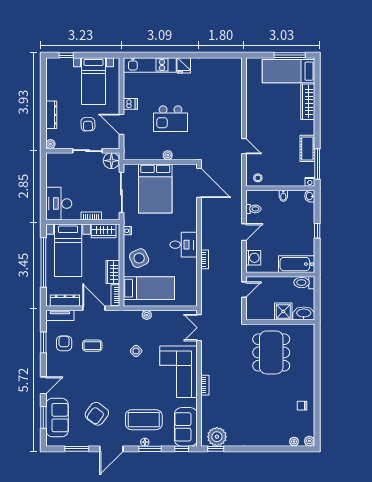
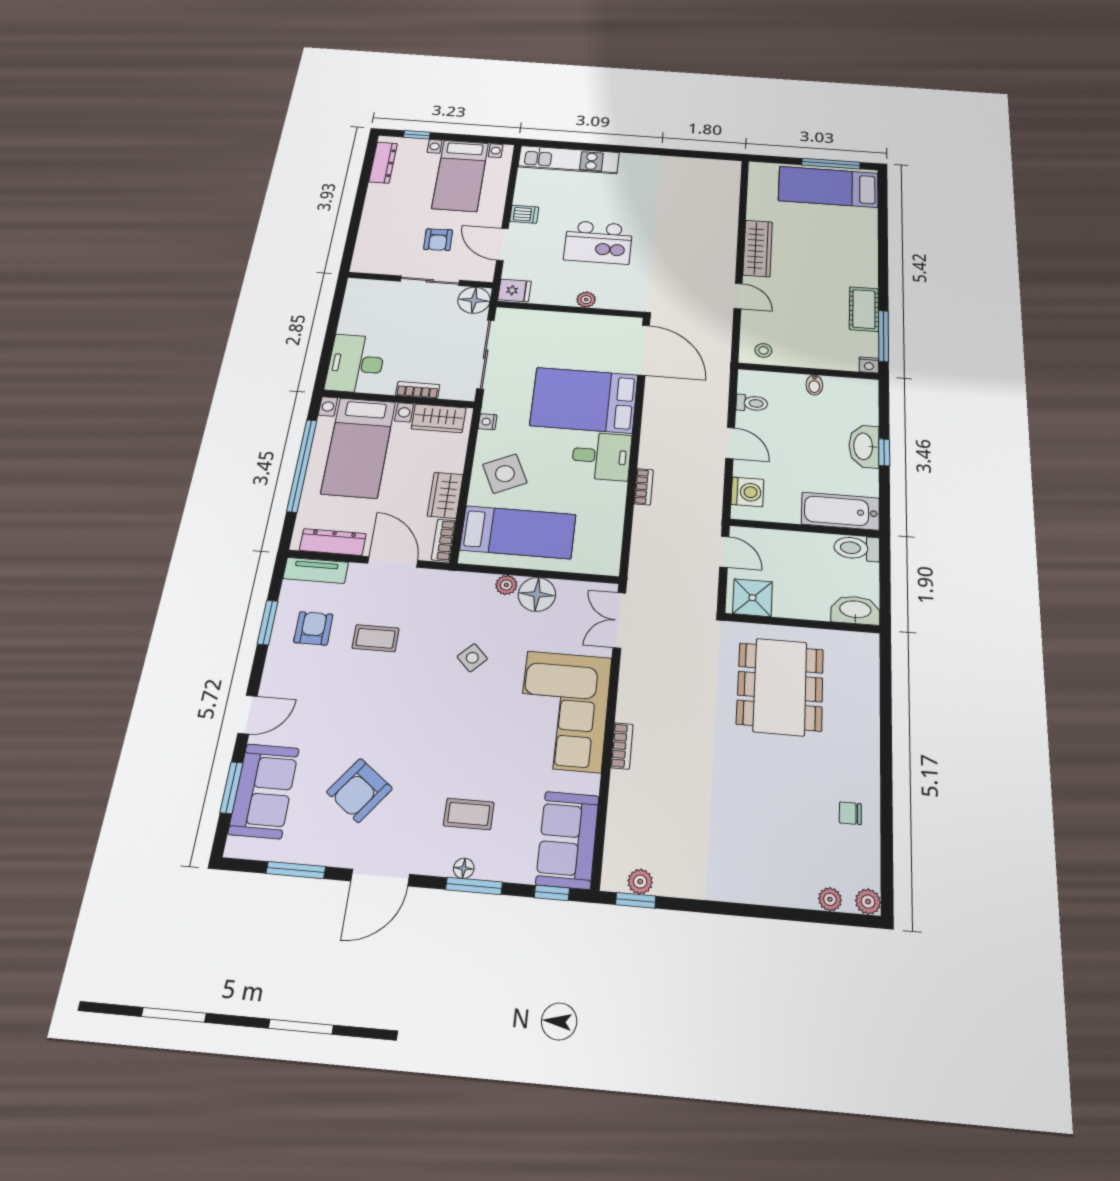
fridge: (184, 65) -> (515, 290), moved, turned -90
wardrobe: (308, 102) -> (758, 248), moved, turned 180
dresser: (51, 115) -> (383, 163), moved
plant: (51, 144) -> (360, 265), removed
bed: (155, 188) -> (584, 400), moved, turned 90
washbasin: (310, 196) -> (864, 446), moved, width x1.91, depth x1.45
door: (244, 232) -> (730, 443), hinge flipped
door: (244, 290) -> (724, 552), hinge flipped
shower: (283, 311) -> (752, 598), moved
floor lamp: (161, 318) -> (537, 594), added
coffee table: (144, 420) -> (469, 814), width x0.54, depth x0.58
plant: (217, 437) -> (640, 882), width x0.53, depth x0.53

